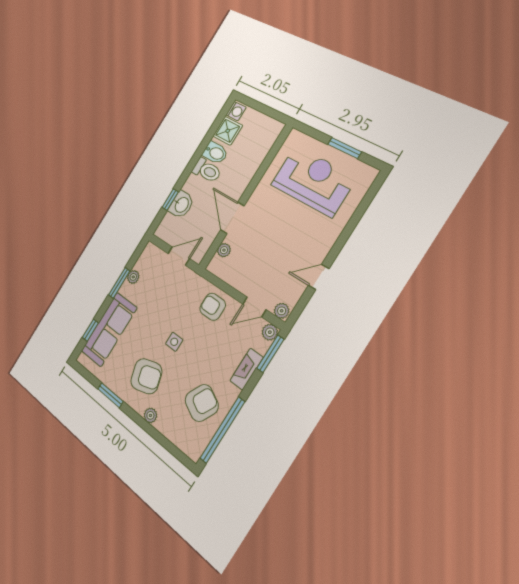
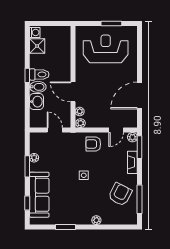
bidet: (215, 153) -> (38, 87), moved
window: (170, 200) -> (27, 75), moved
door: (179, 256) -> (55, 130), hinge flipped
door: (319, 277) -> (140, 95), width x1.88
plant: (282, 311) -> (81, 123), moved
armchair: (146, 376) -> (80, 203), removed
window: (222, 430) -> (140, 199), width x0.68

